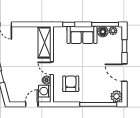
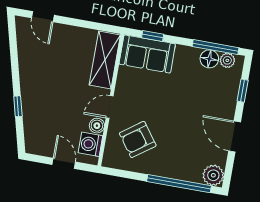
sofa: (82, 35) -> (147, 54), moved
door: (52, 68) -> (110, 107), hinge flipped
armchair: (71, 84) -> (138, 139), turned -126
door: (32, 104) -> (64, 163), hinge flipped

